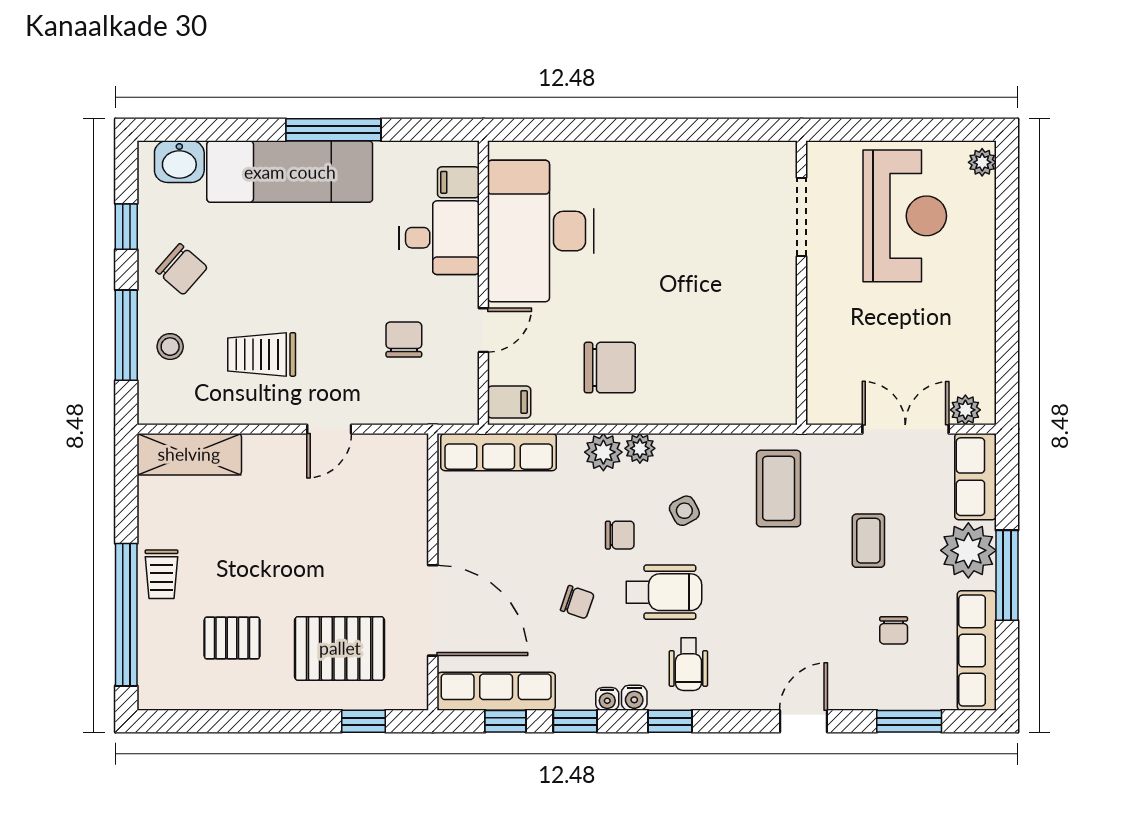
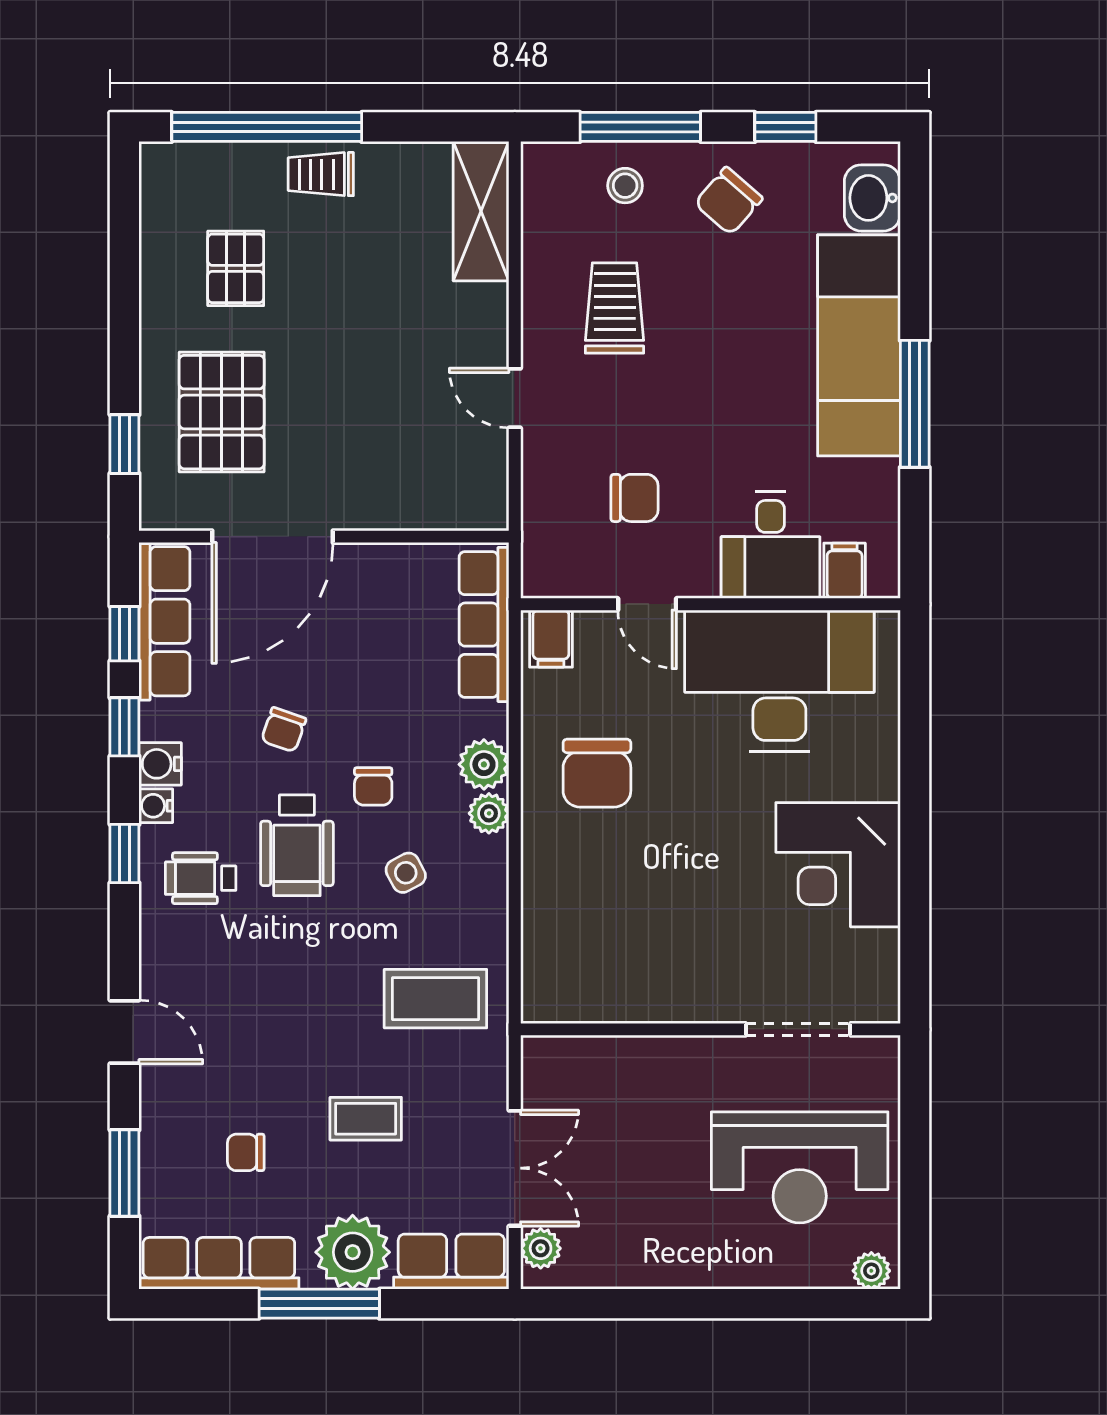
corner desk: (678, 187) -> (838, 865), added
water cooler: (607, 699) -> (160, 764), width x1.38, depth x1.38

